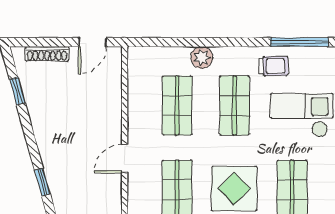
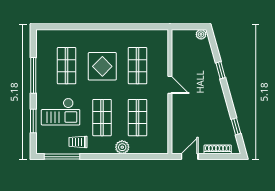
door: (125, 159) -> (170, 85), hinge flipped

